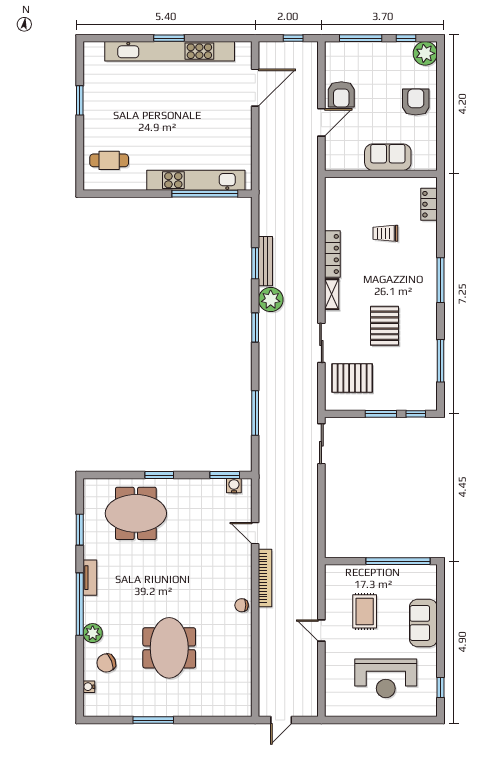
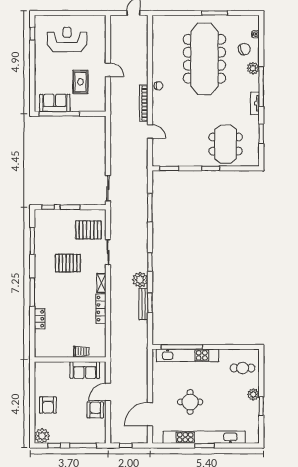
round table: (192, 107) -> (190, 402), added
plant: (92, 119) -> (253, 394), added
sofa: (388, 157) -> (85, 370), moved
locker: (429, 204) -> (40, 319), moved
trolley: (385, 233) -> (81, 351), moved
pallet: (384, 326) -> (68, 263), turned 90
water cooler: (234, 486) -> (163, 162), removed
meeting table: (136, 513) -> (226, 144), turned 90
sofa: (423, 623) -> (55, 103), moved, turned -90
meeting table: (169, 648) -> (204, 59), width x1.86, depth x1.27

